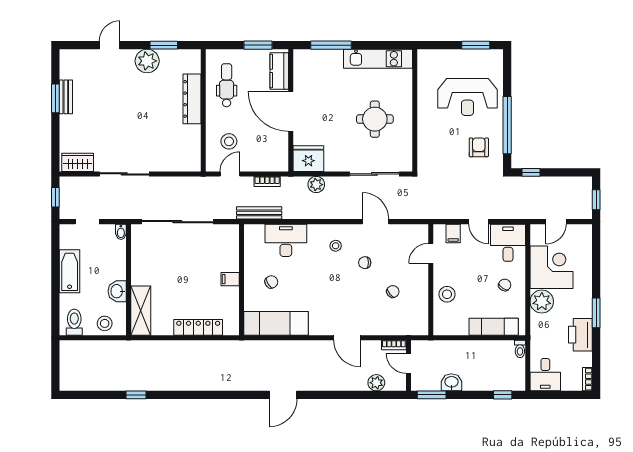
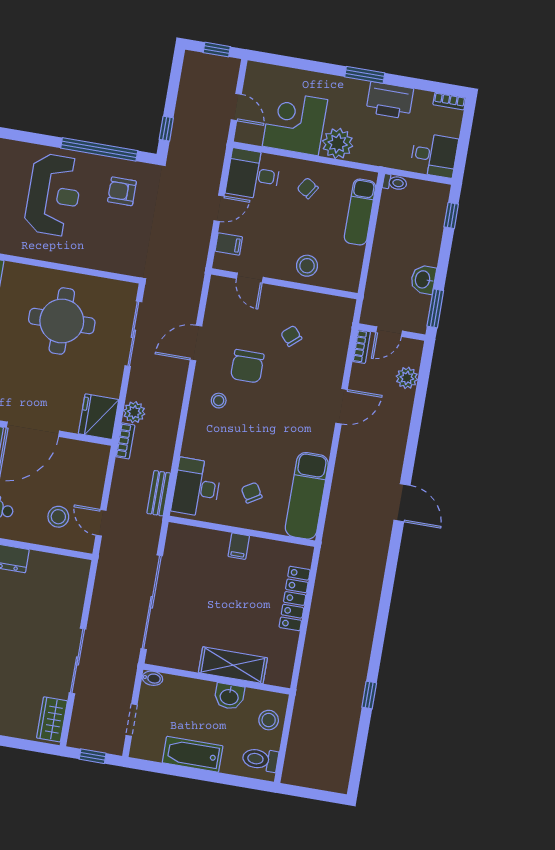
round table: (375, 119) -> (62, 321), width x1.36, depth x1.36
bookcase: (267, 181) -> (125, 441), moved
bench: (259, 213) -> (159, 493), width x0.73
desk: (286, 240) -> (196, 488), moved
chair: (365, 263) -> (247, 366), width x1.87, depth x1.87
shelving: (141, 311) -> (233, 665), moved

